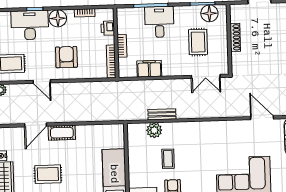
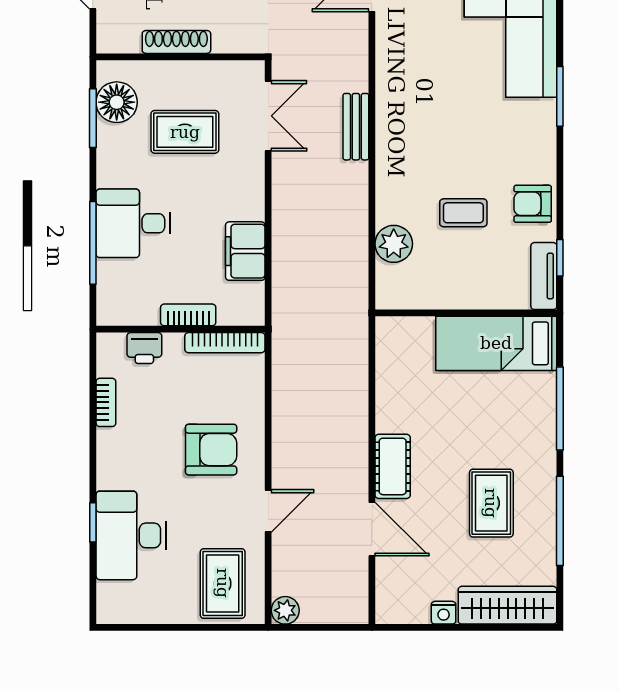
floor lamp: (58, 18) -> (117, 467), removed
armchair: (66, 57) -> (211, 450), turned 180
bench: (162, 114) -> (356, 127), moved

